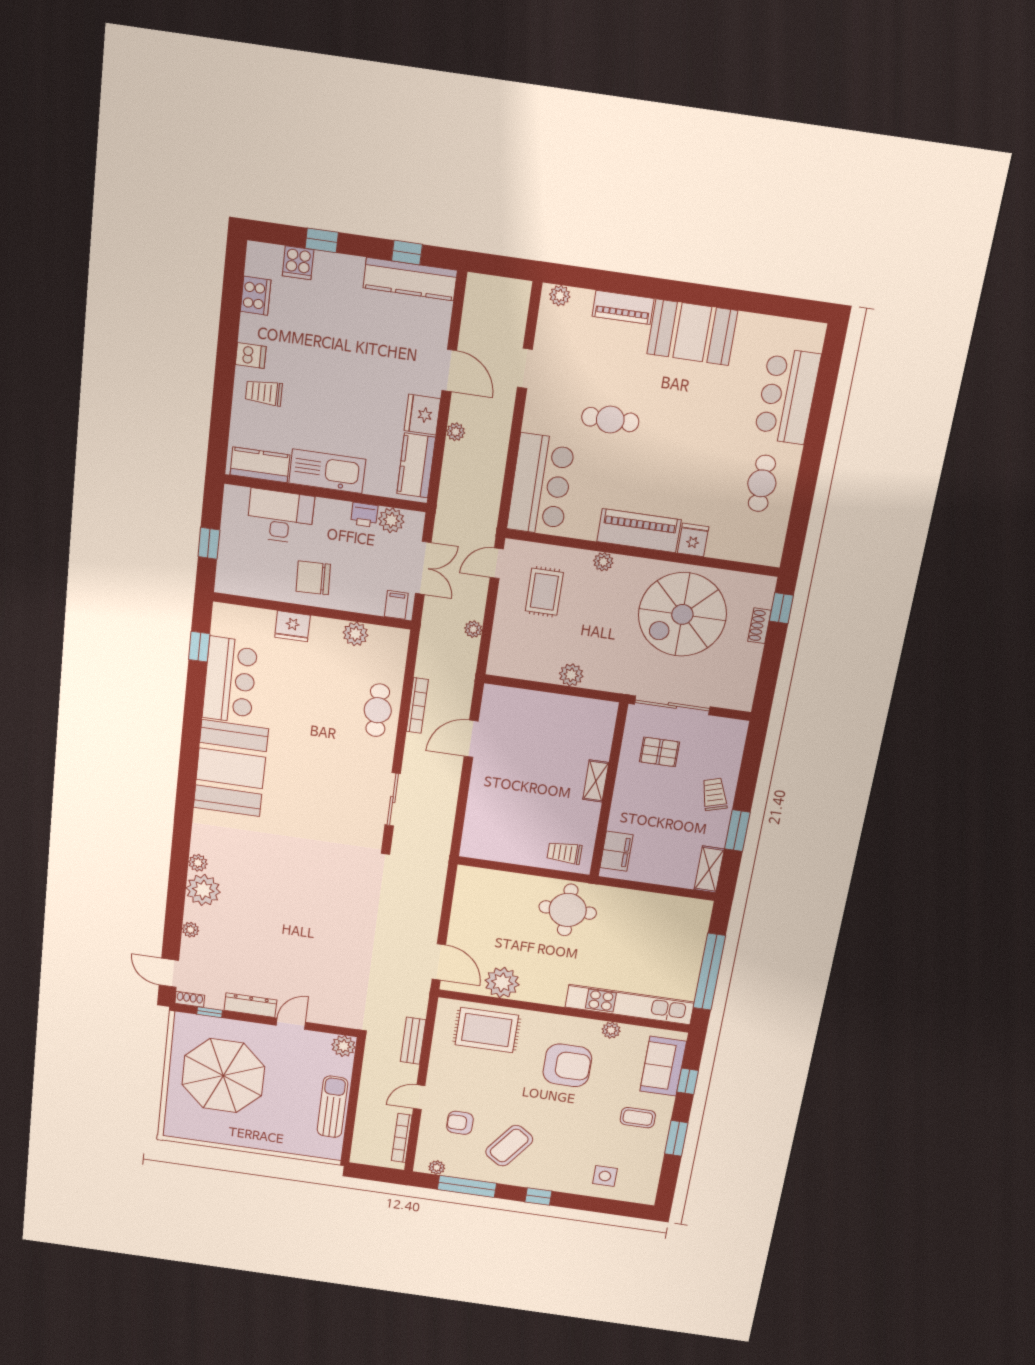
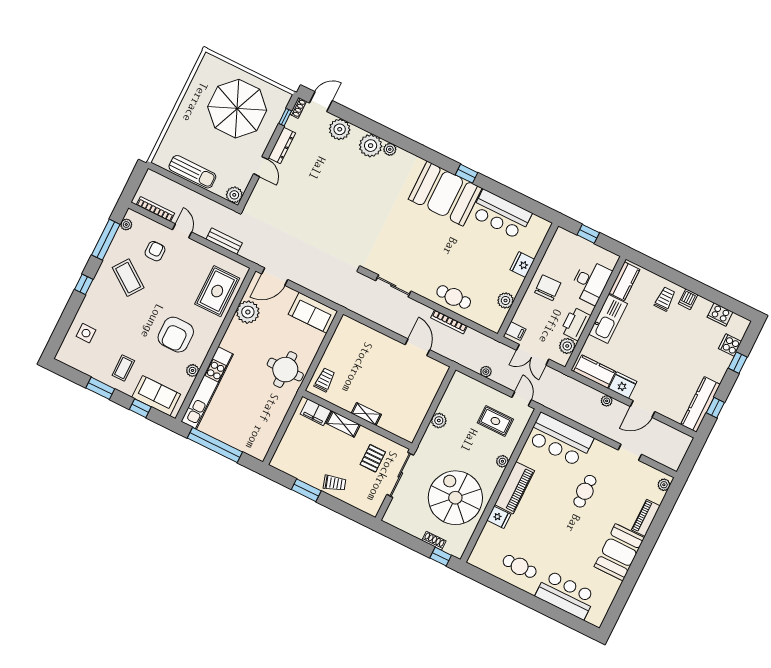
printer: (364, 515) -> (575, 324), width x1.87, depth x1.48
window: (199, 647) -> (467, 174), moved
shelving: (709, 869) -> (343, 424), moved
sofa: (472, 897) -> (313, 313), added
plant: (190, 930) -> (340, 129), width x1.87, depth x1.87

